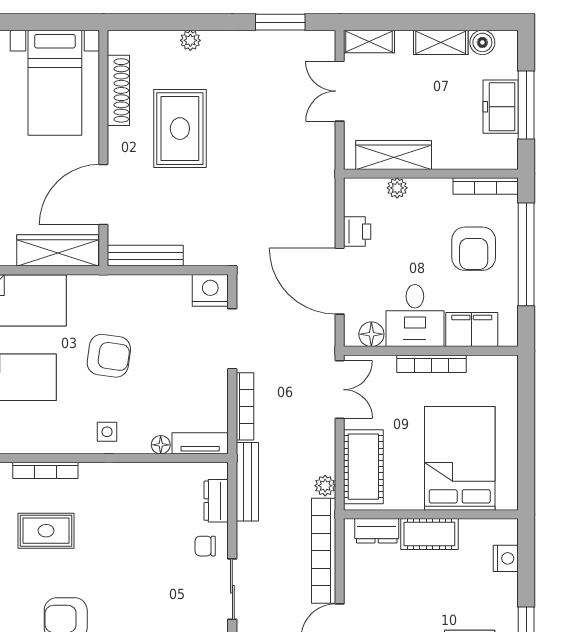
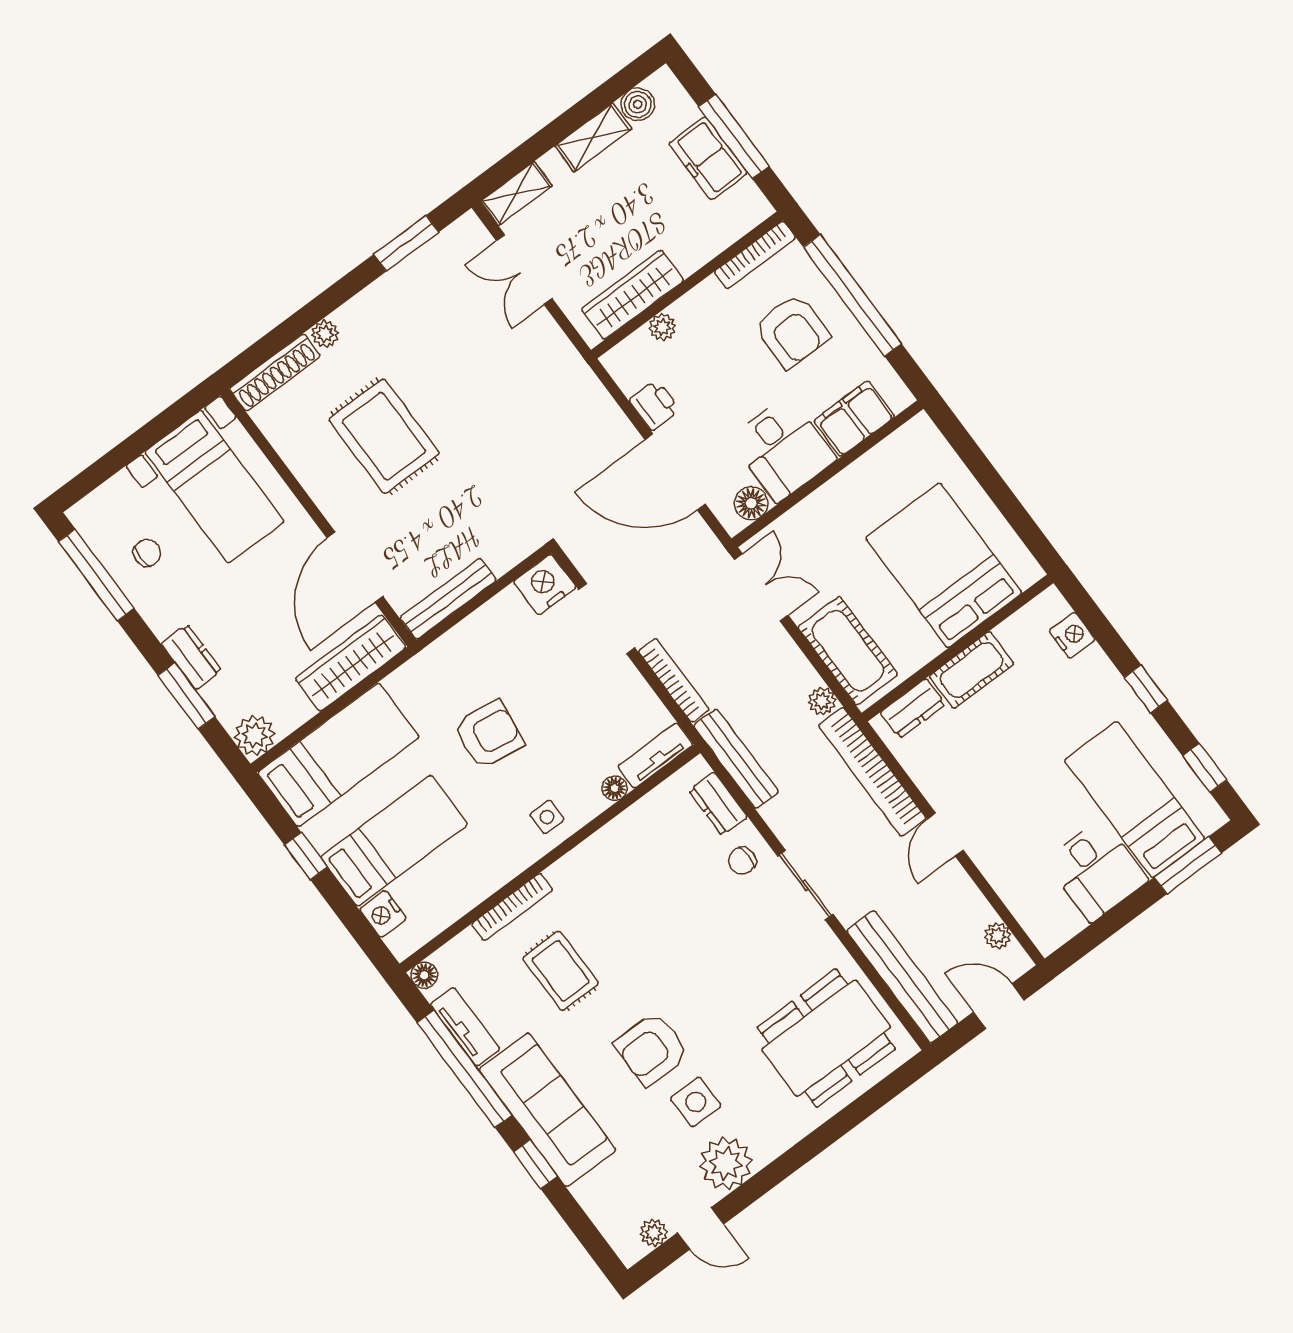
shoe rack: (118, 90) -> (275, 372), moved, turned 90
bookcase: (432, 364) -> (839, 487), removed
rug: (46, 531) -> (561, 971), turned 90

